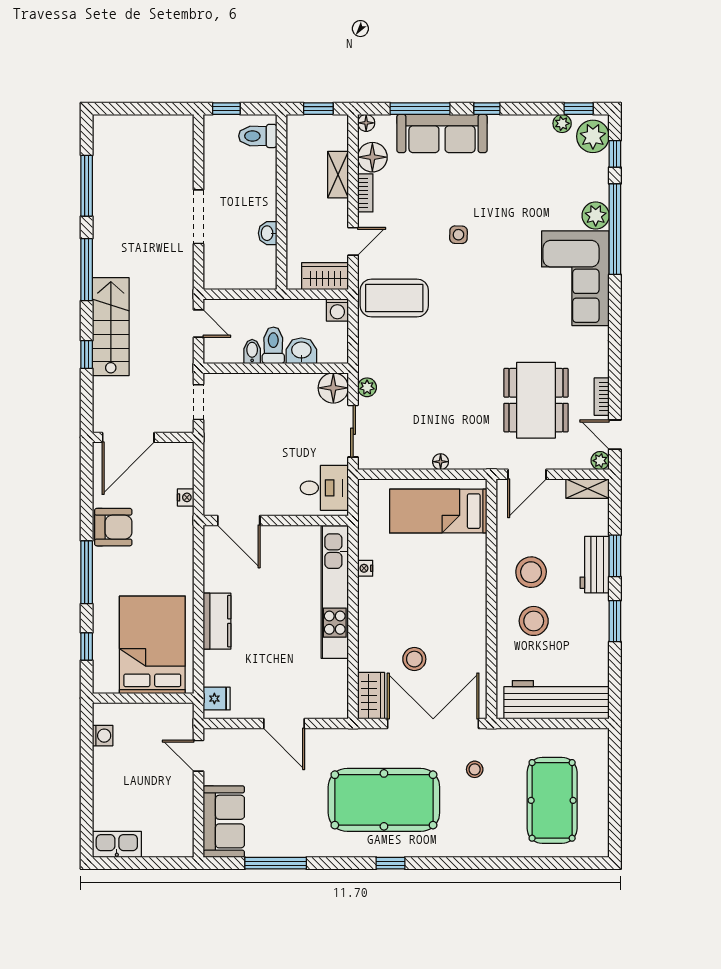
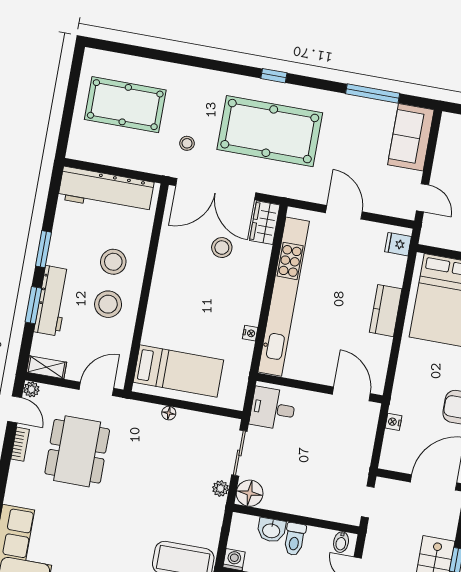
bidet: (252, 351) -> (341, 542), moved
workbench: (595, 565) -> (52, 301), width x1.38
kitchen unit: (335, 592) -> (284, 297), width x1.36
pool table: (552, 800) -> (125, 105), turned 90

